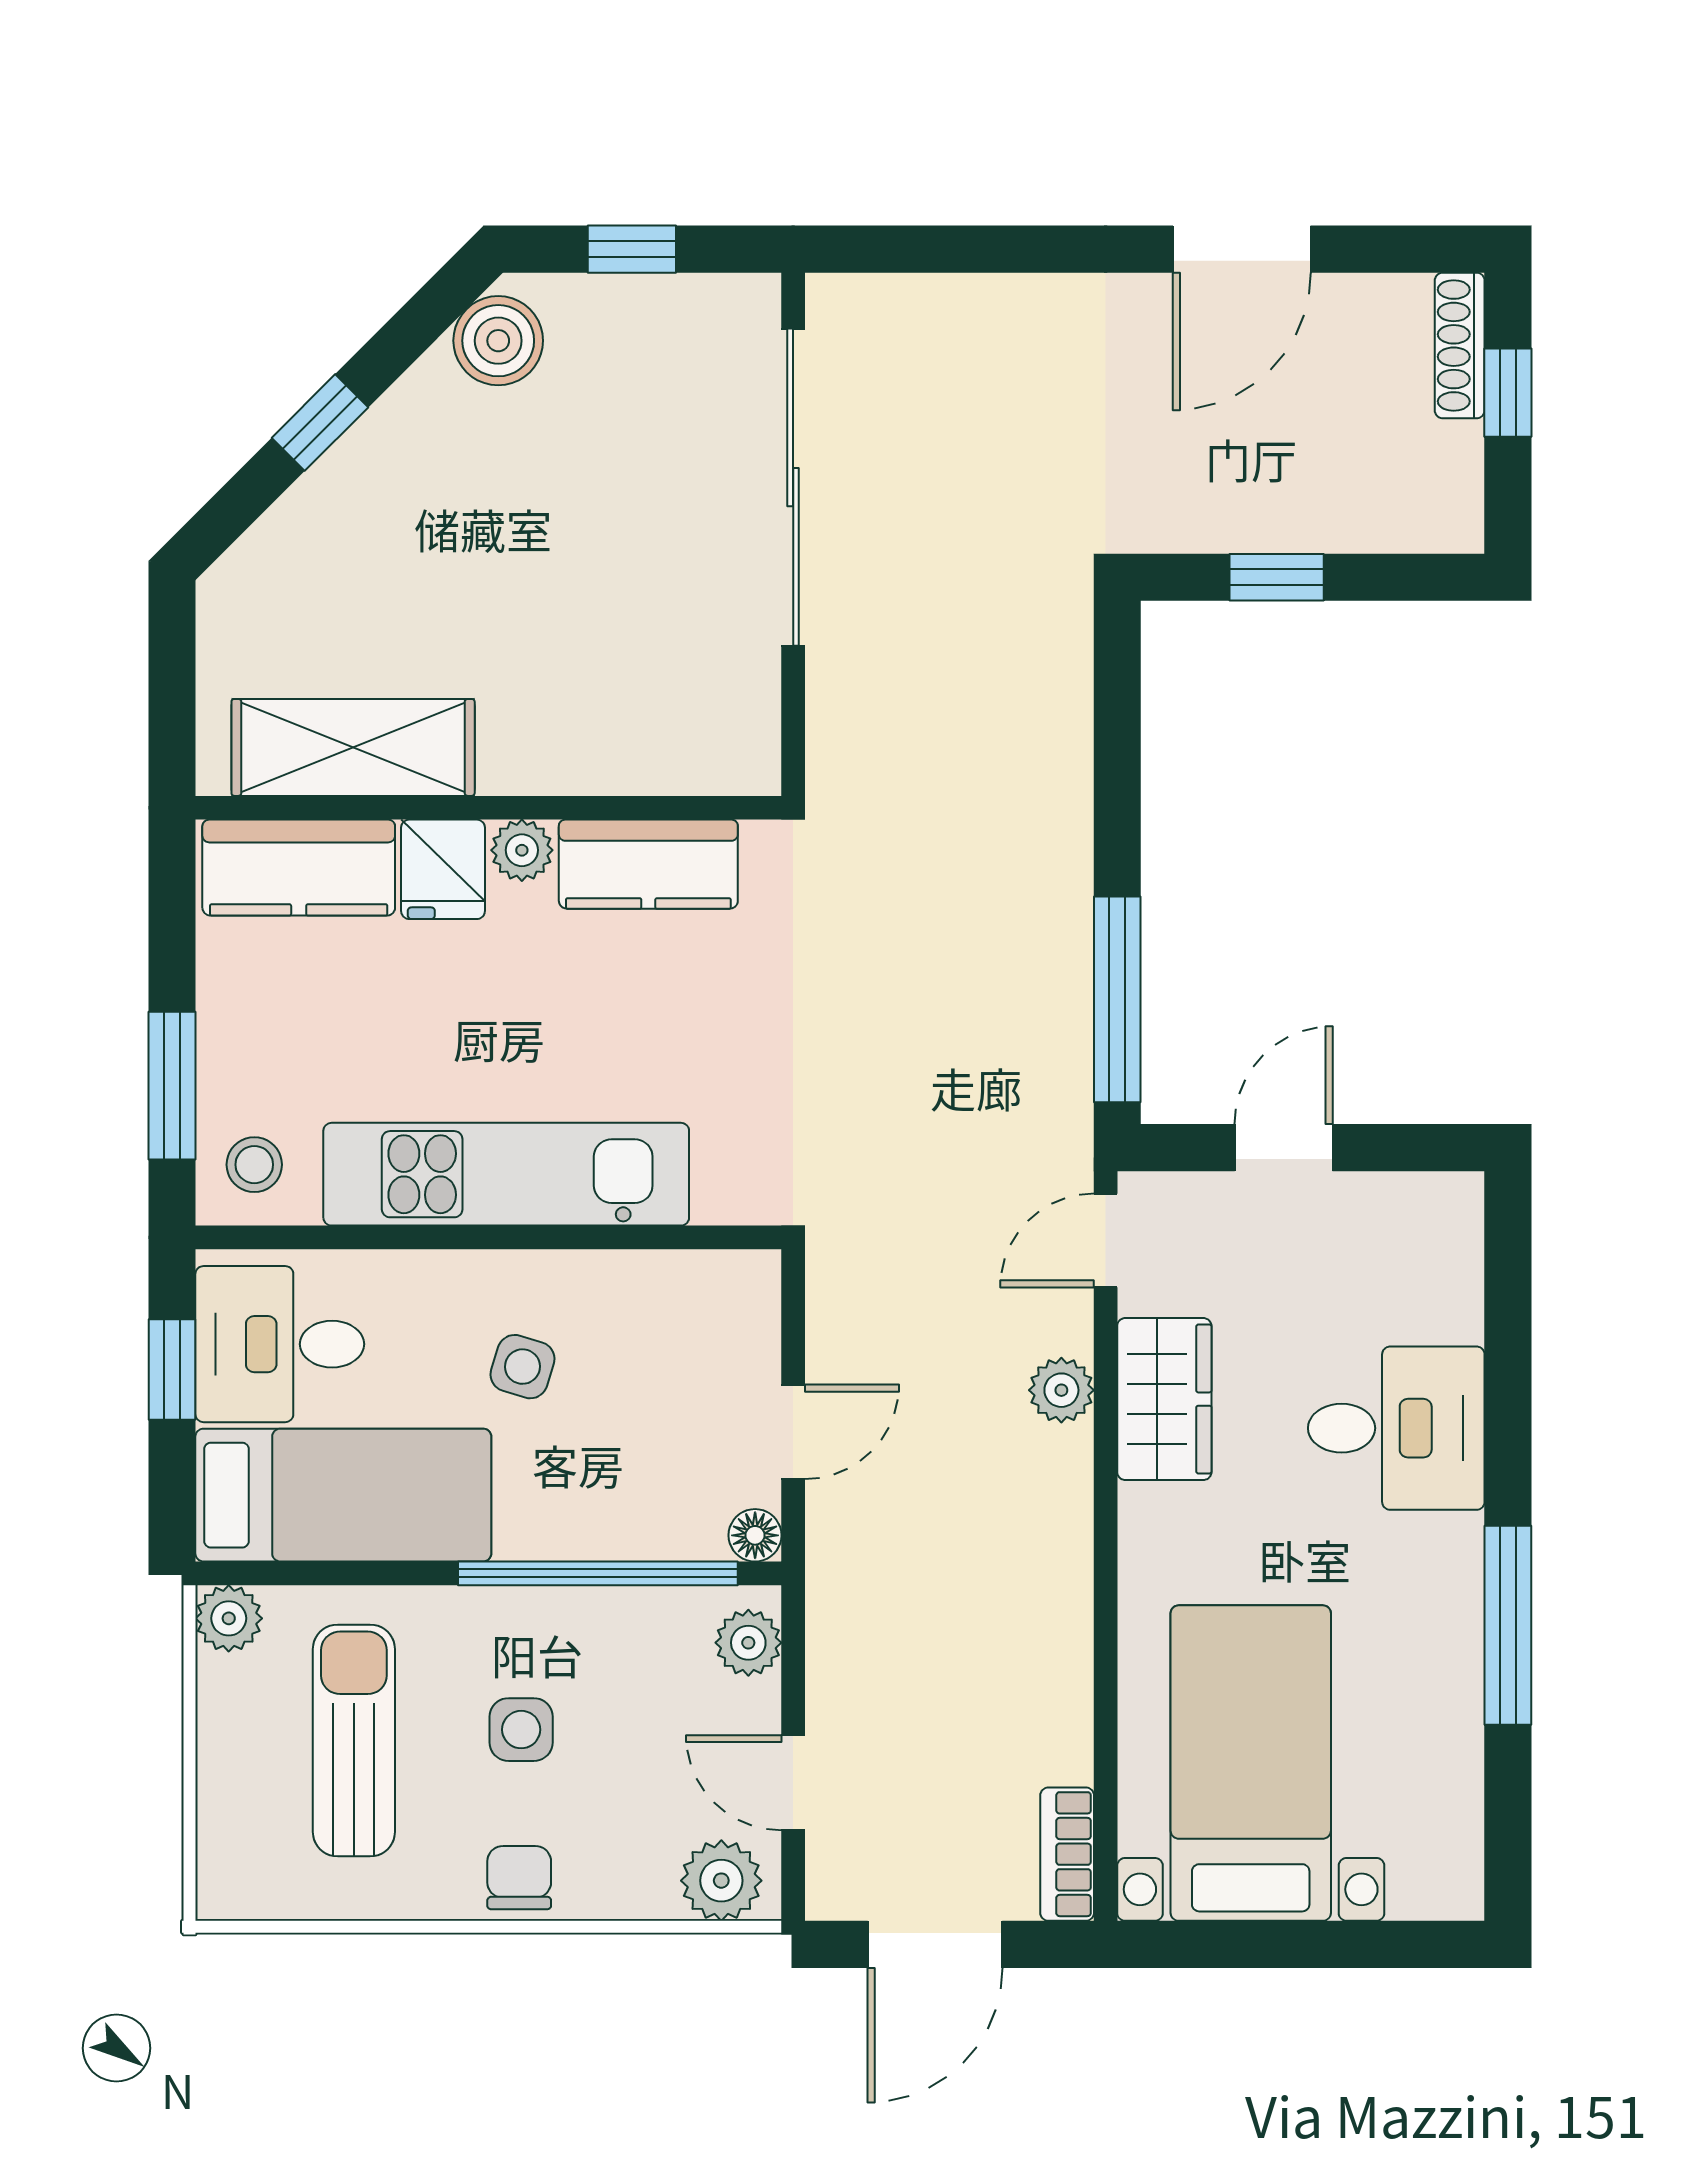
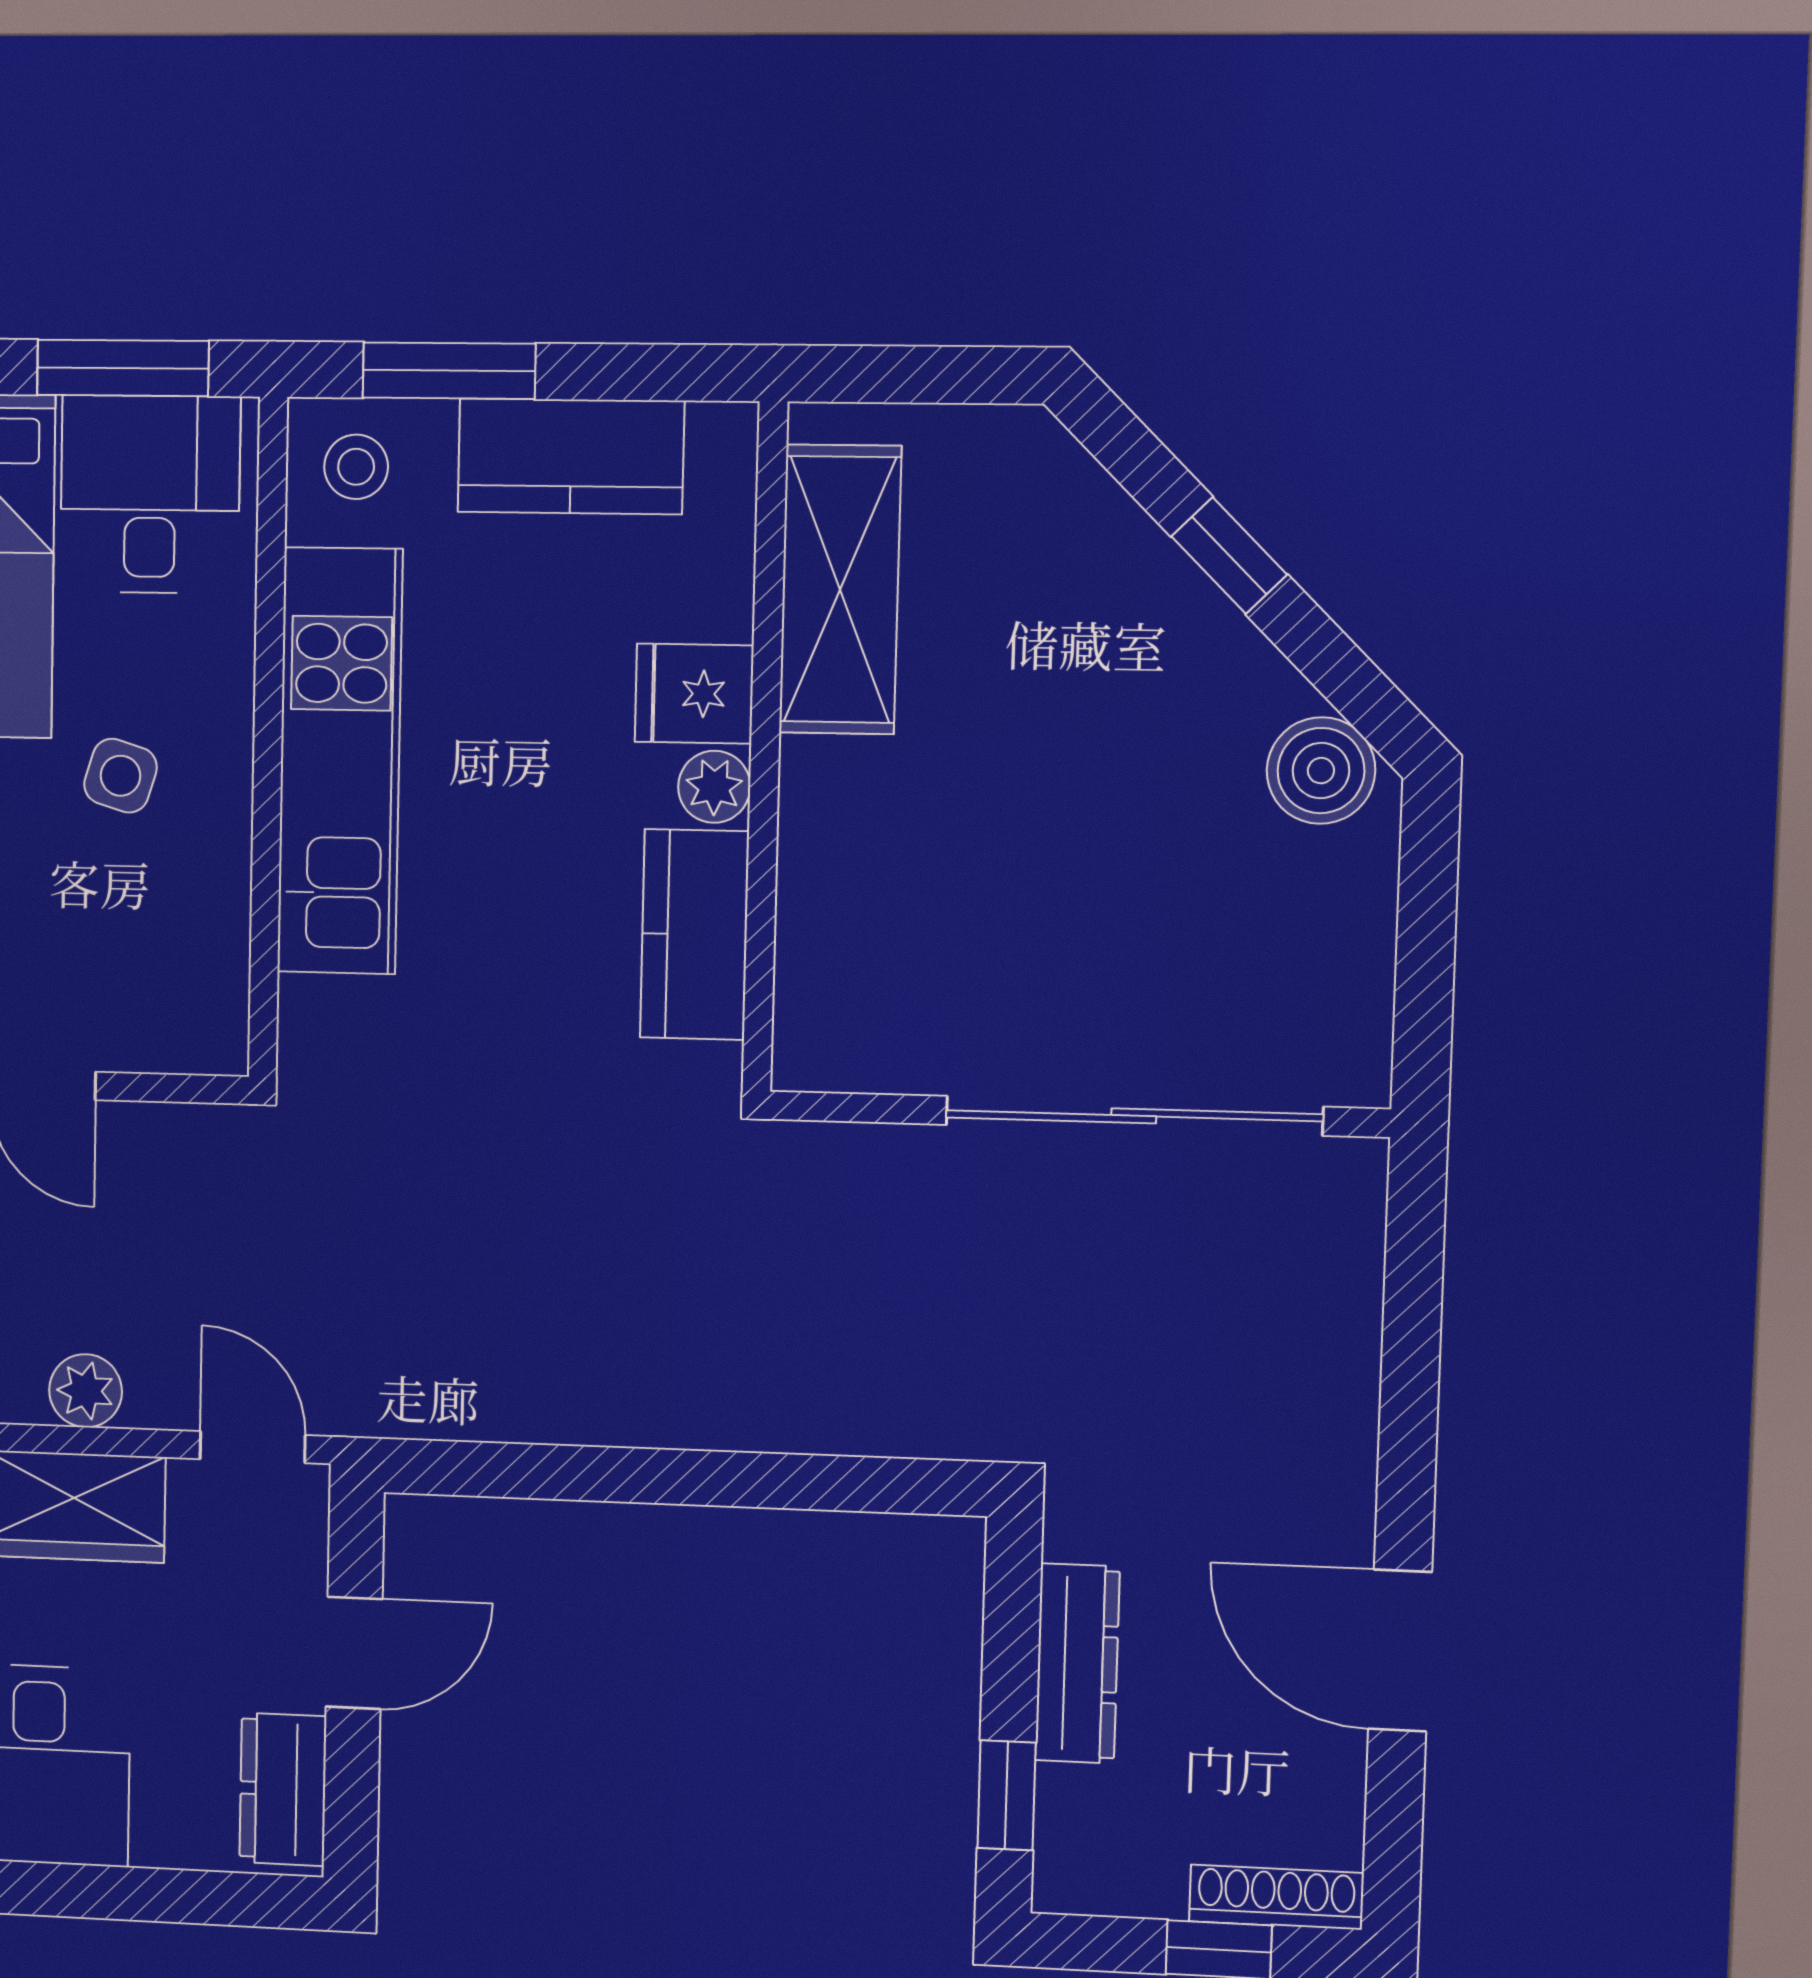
window: (632, 249) -> (1426, 933), removed
dresser: (1265, 520) -> (1077, 1663), added
window: (1277, 577) -> (1007, 1795), moved
kitchen counter: (299, 868) -> (571, 456), moved, turned -90
window: (1117, 999) -> (526, 1471), removed
door: (1284, 1148) -> (354, 1653), hinge flipped
dresser: (1408, 1209) -> (283, 1789), added
window: (172, 1370) -> (123, 368), width x1.50

